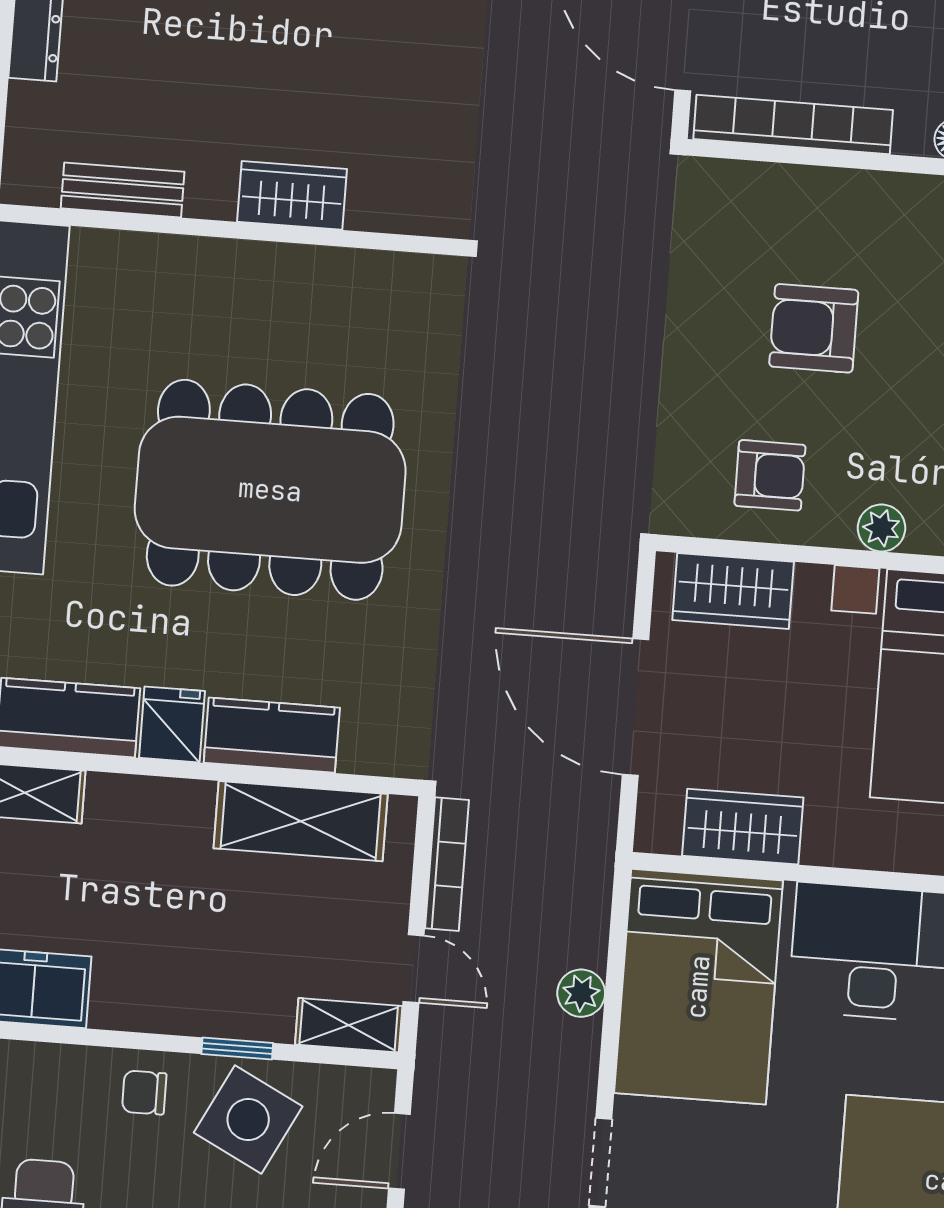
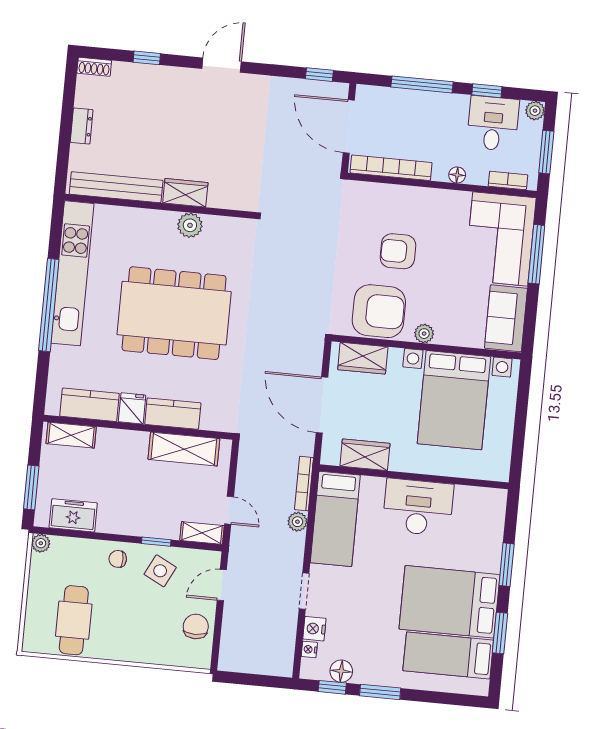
bench: (123, 190) -> (116, 187), width x1.86, depth x1.21
plant: (305, 275) -> (190, 225), added
armchair: (770, 475) -> (379, 311), width x1.88, depth x1.88
bookcase: (447, 864) -> (304, 484), moved, turned 180
bed: (698, 987) -> (335, 519), width x0.67
side table: (248, 1120) -> (160, 571), width x0.73, depth x0.73

